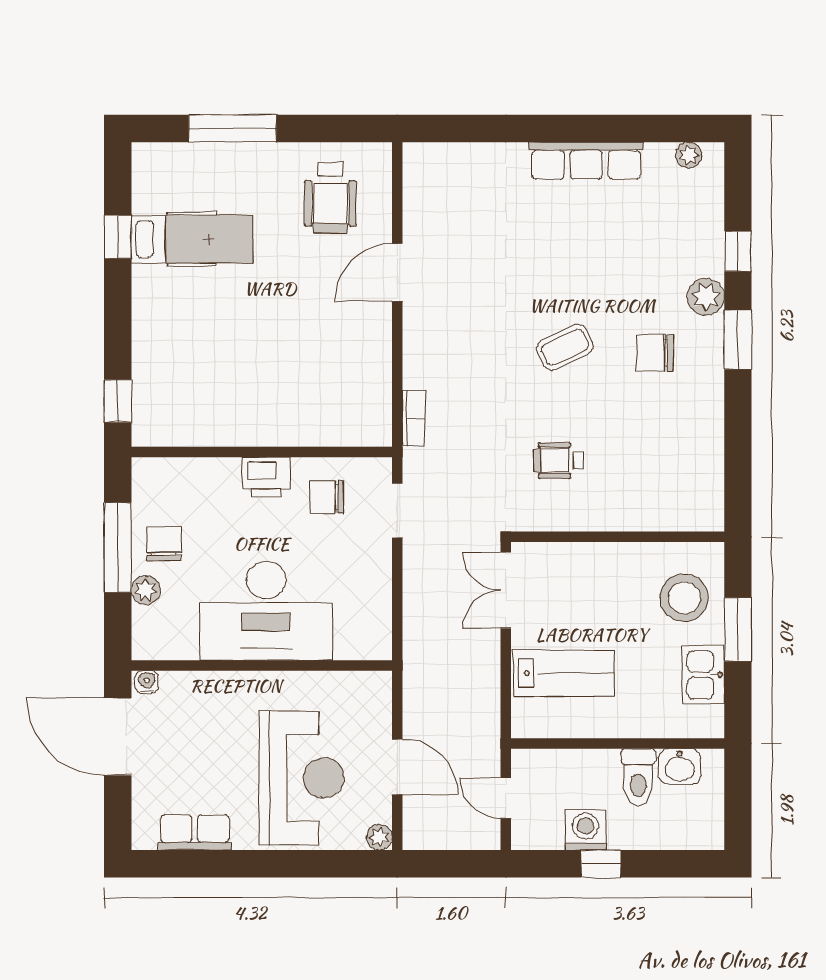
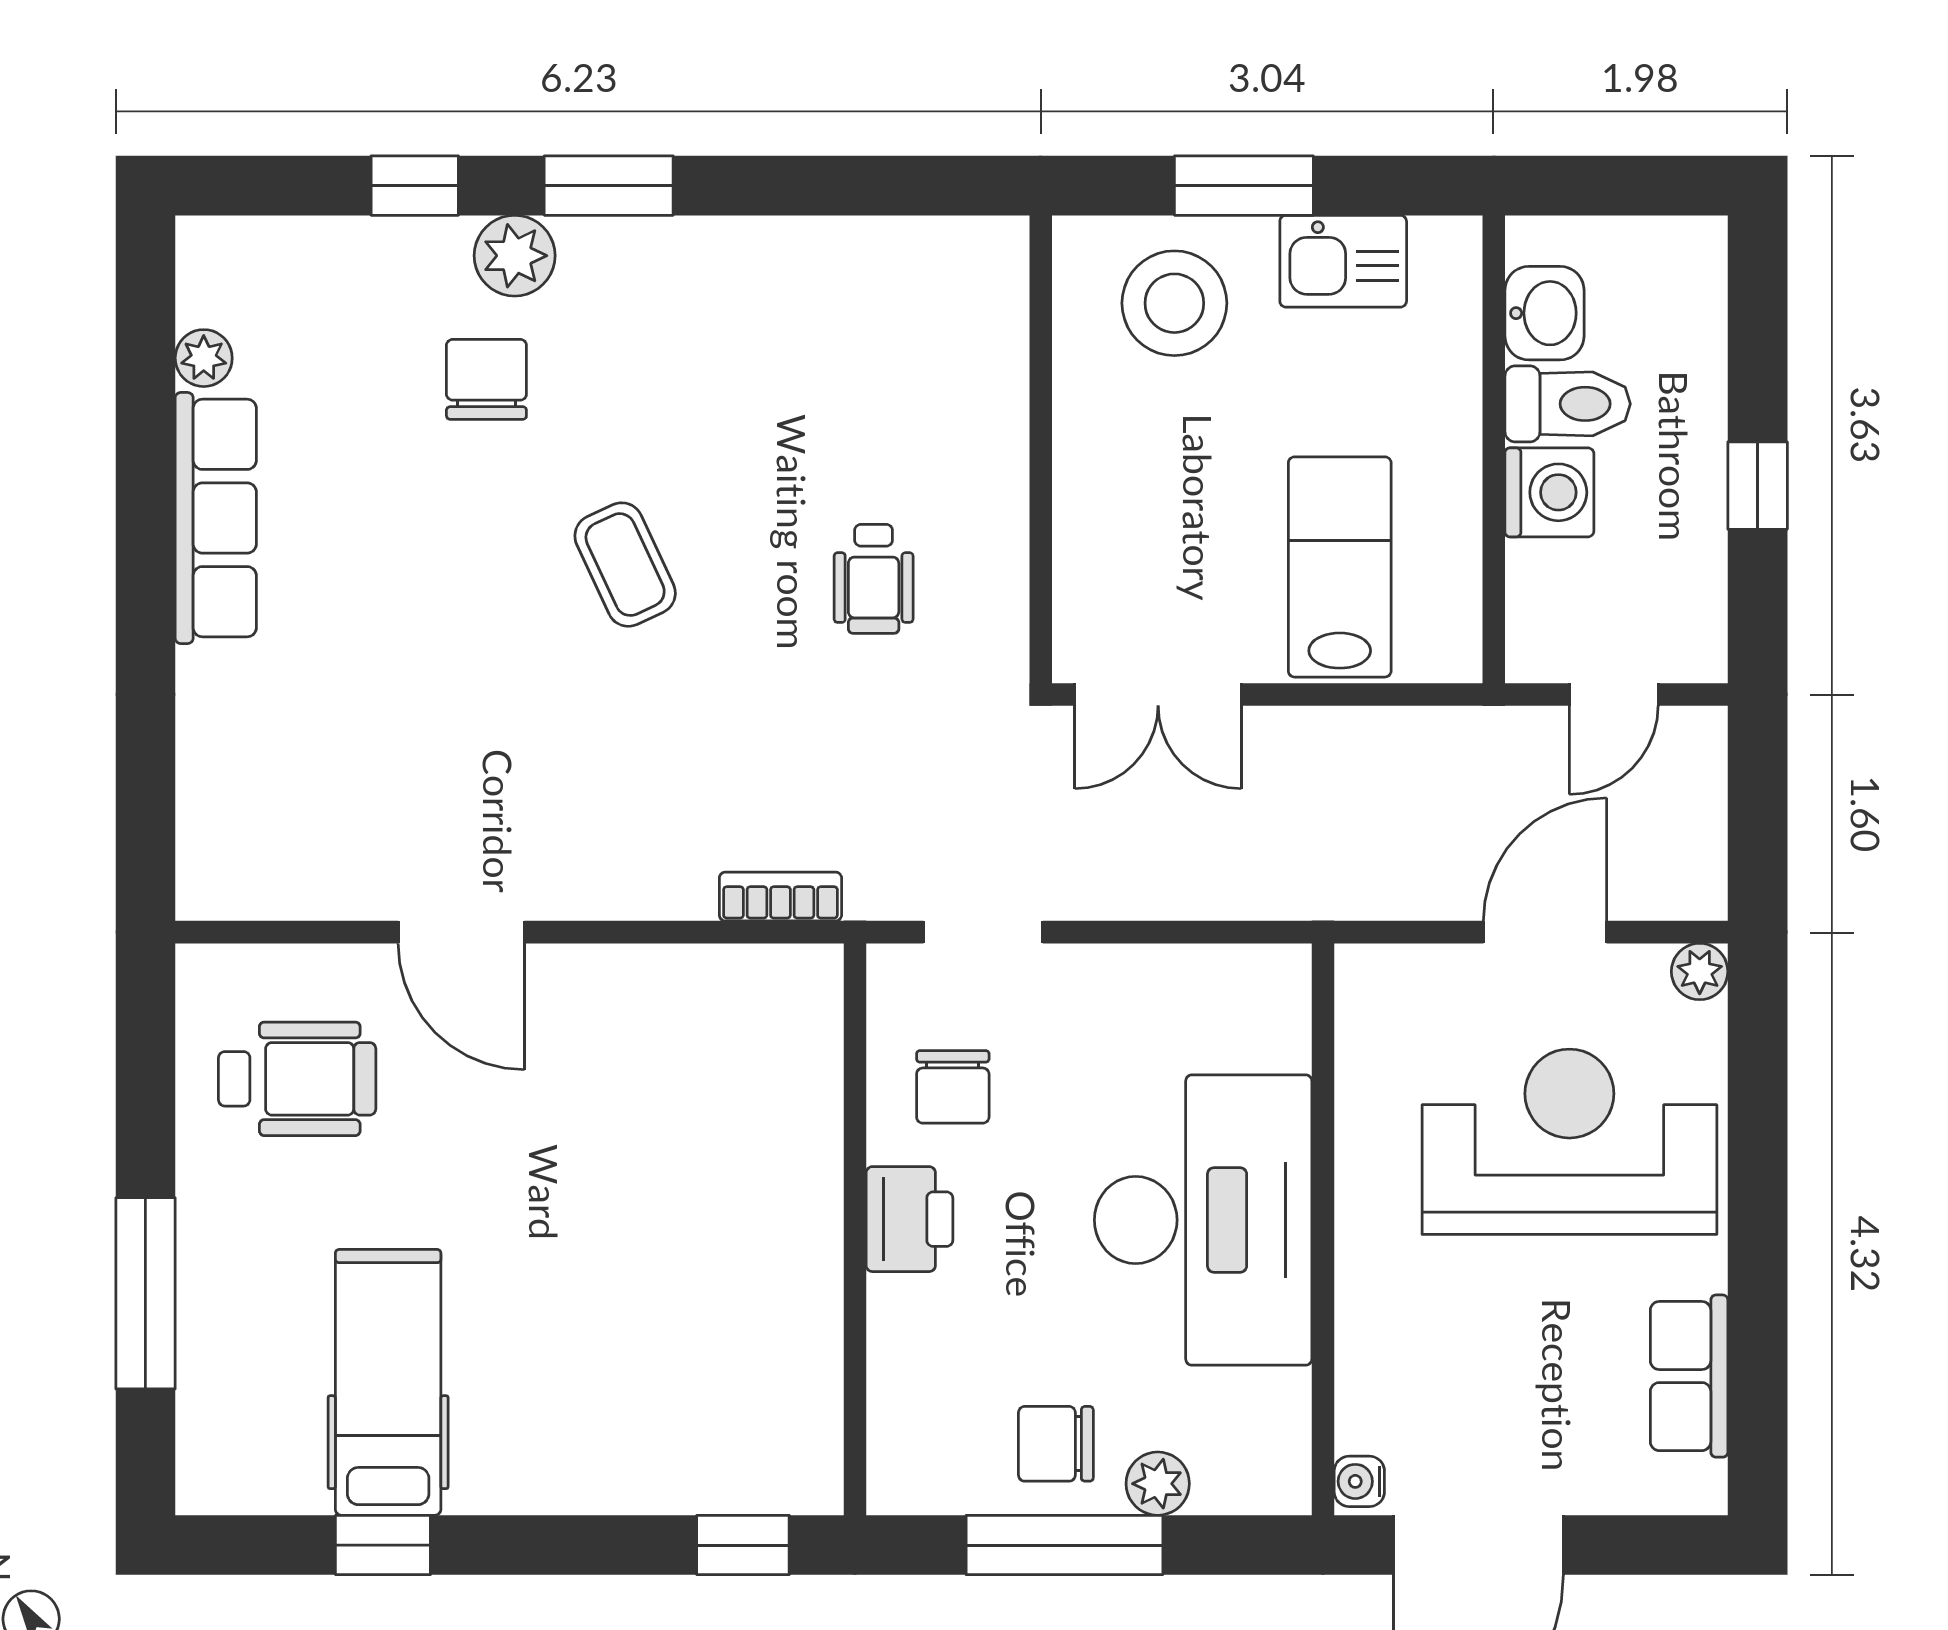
plant: (689, 155) -> (204, 358), moved
chair: (655, 353) -> (486, 379), moved, turned 180
washing machine: (586, 830) -> (1549, 492), moved, turned 180

